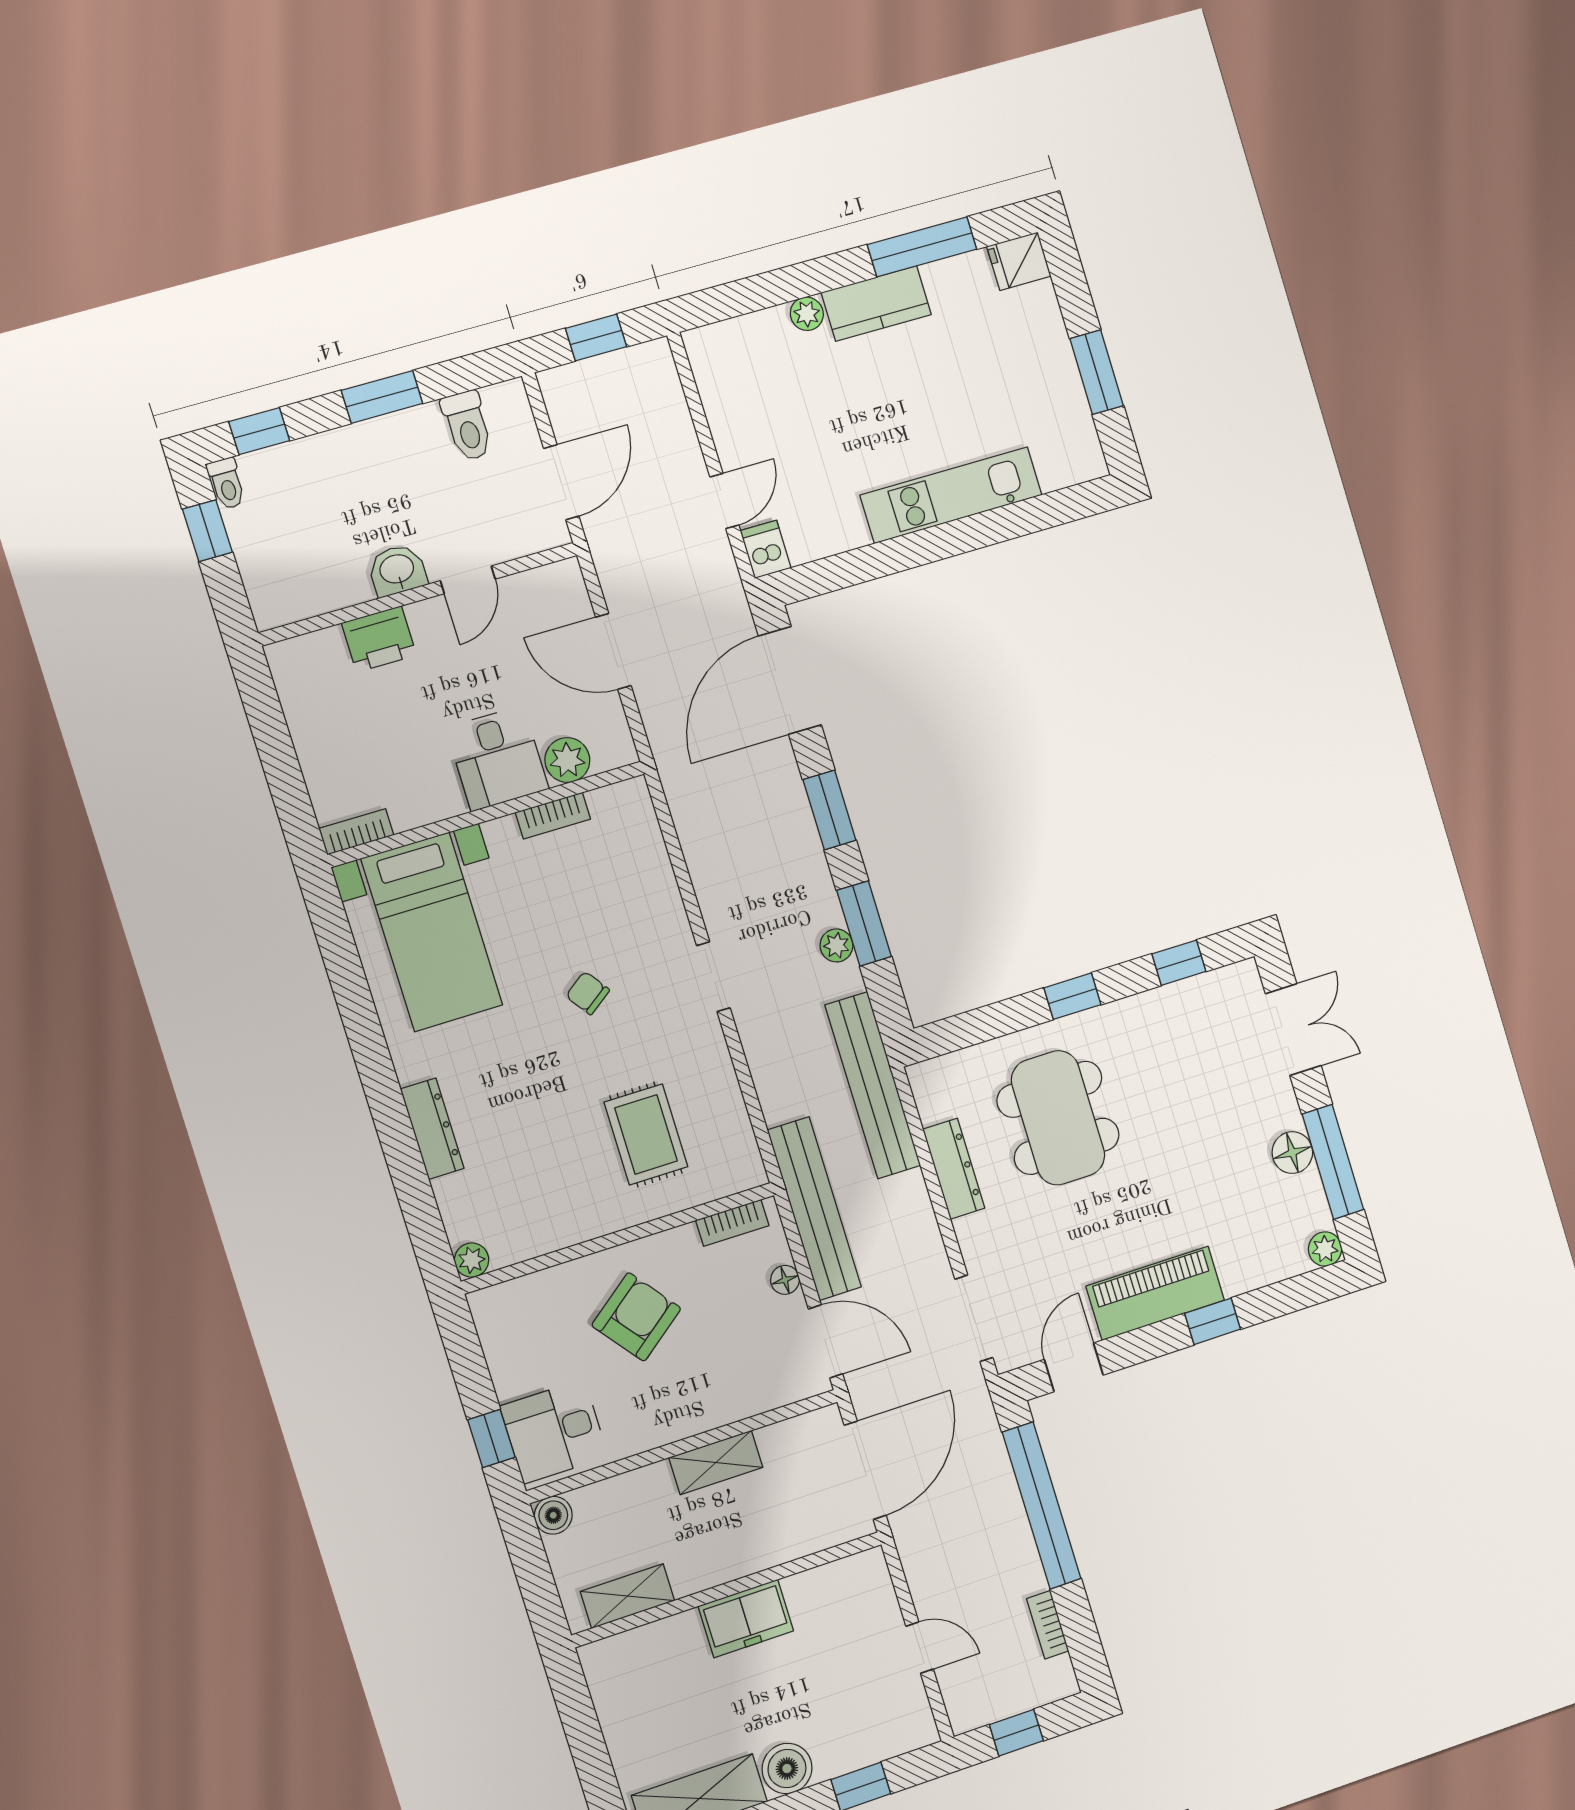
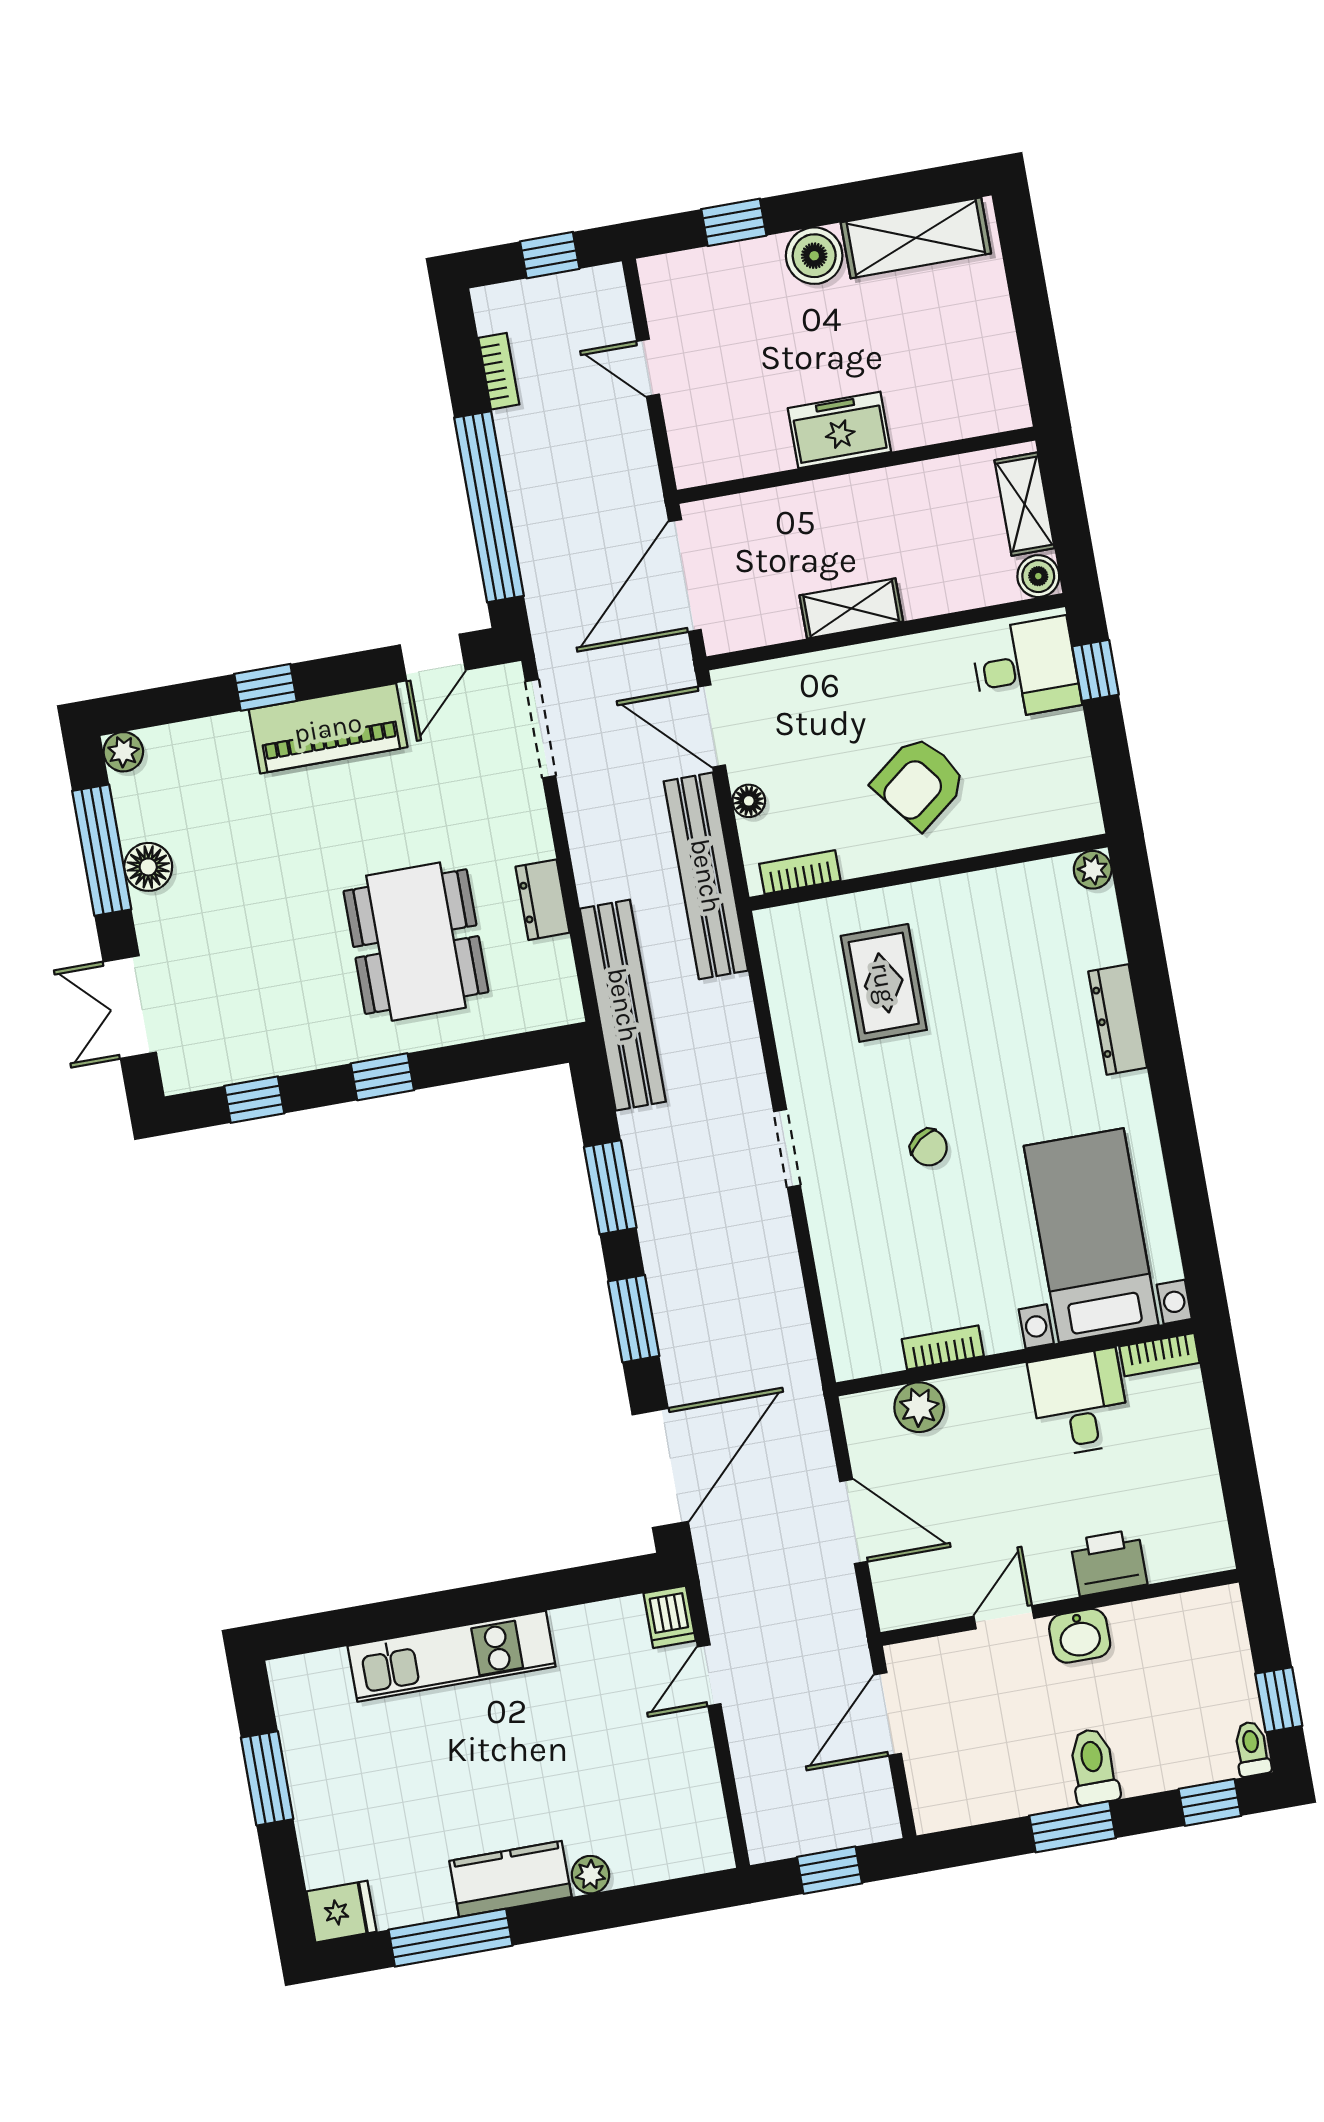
toilet: (467, 426) -> (1093, 1767), moved
desk: (497, 758) -> (1080, 1403), moved
plant: (836, 945) -> (645, 1166), removed
dresser: (954, 1169) -> (543, 900), width x0.70
shelving: (627, 1596) -> (1025, 504), moved, turned 90

